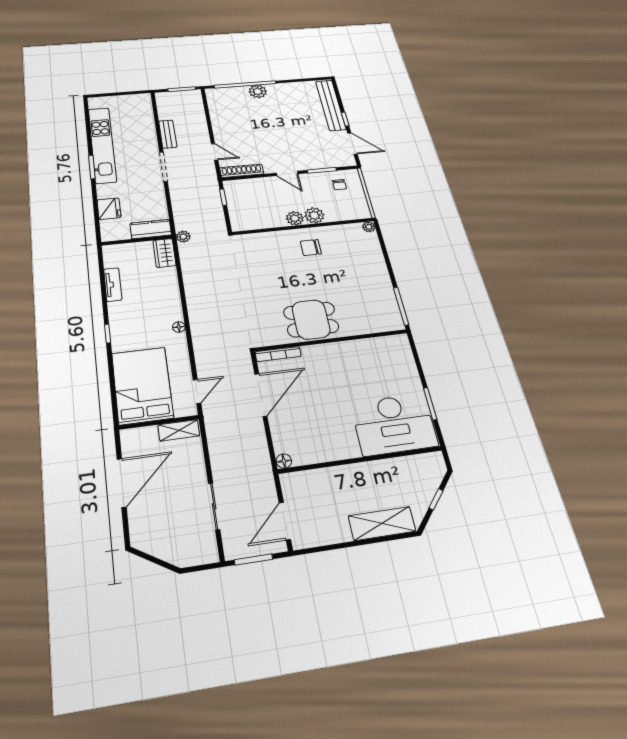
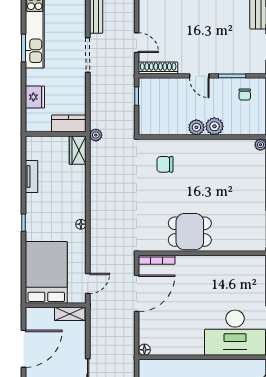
chair: (311, 248) -> (165, 164), moved

